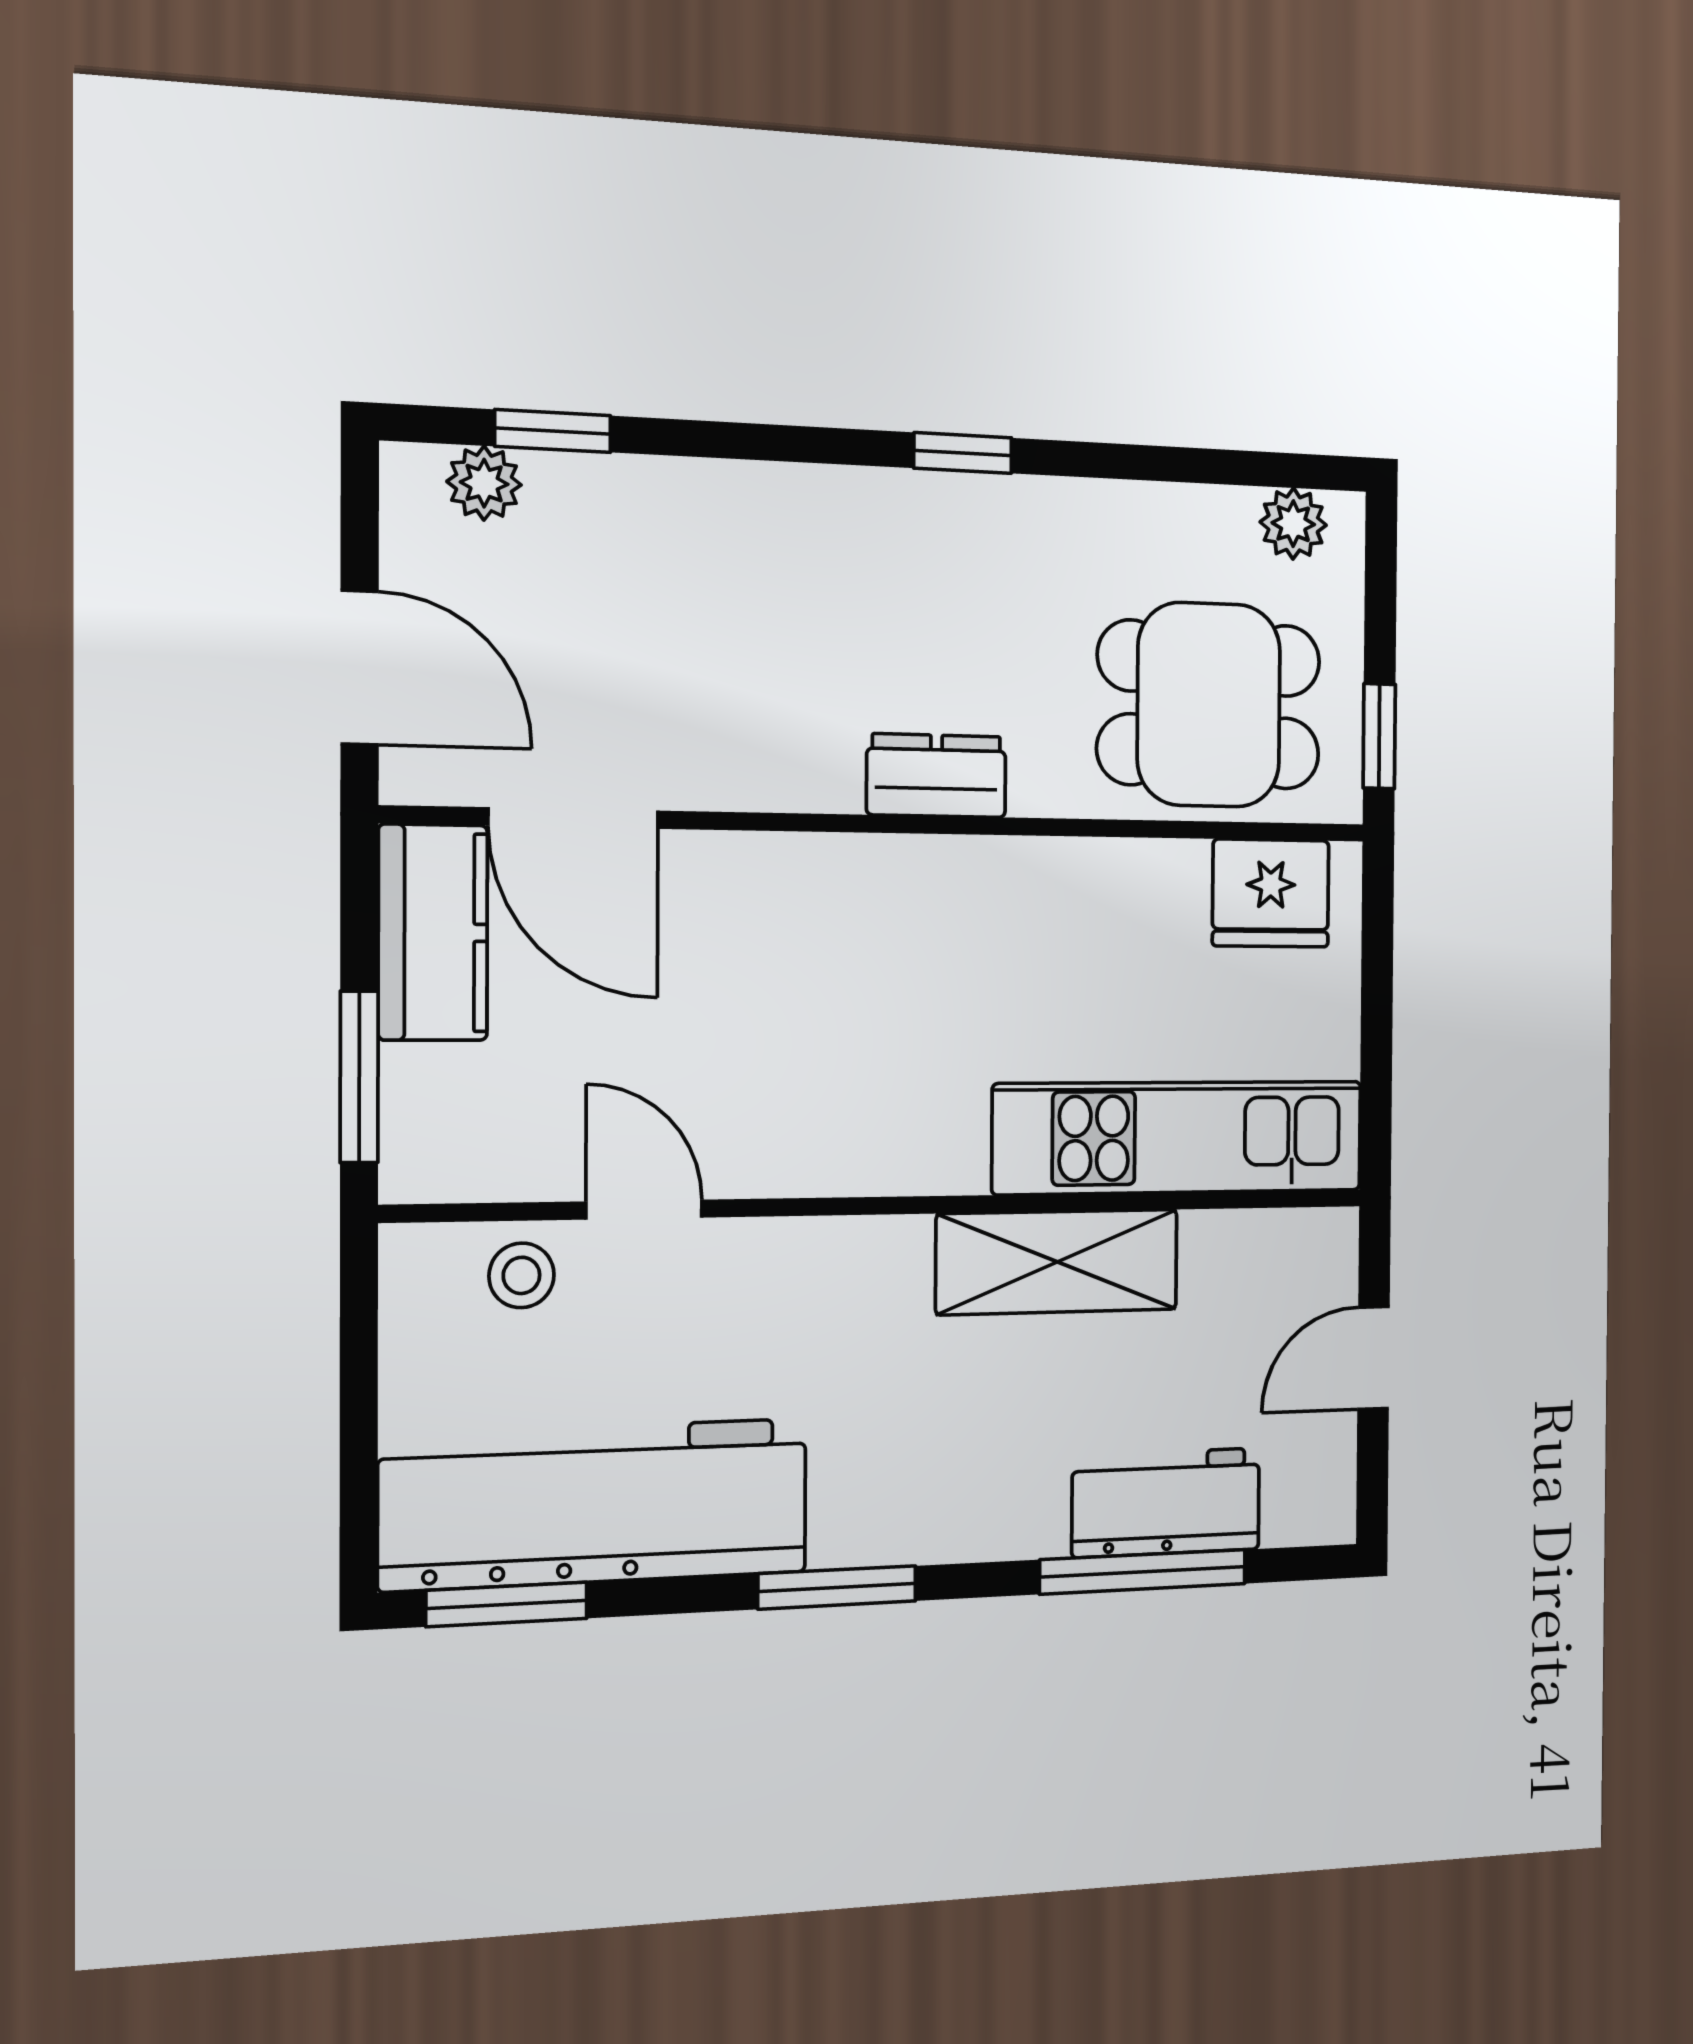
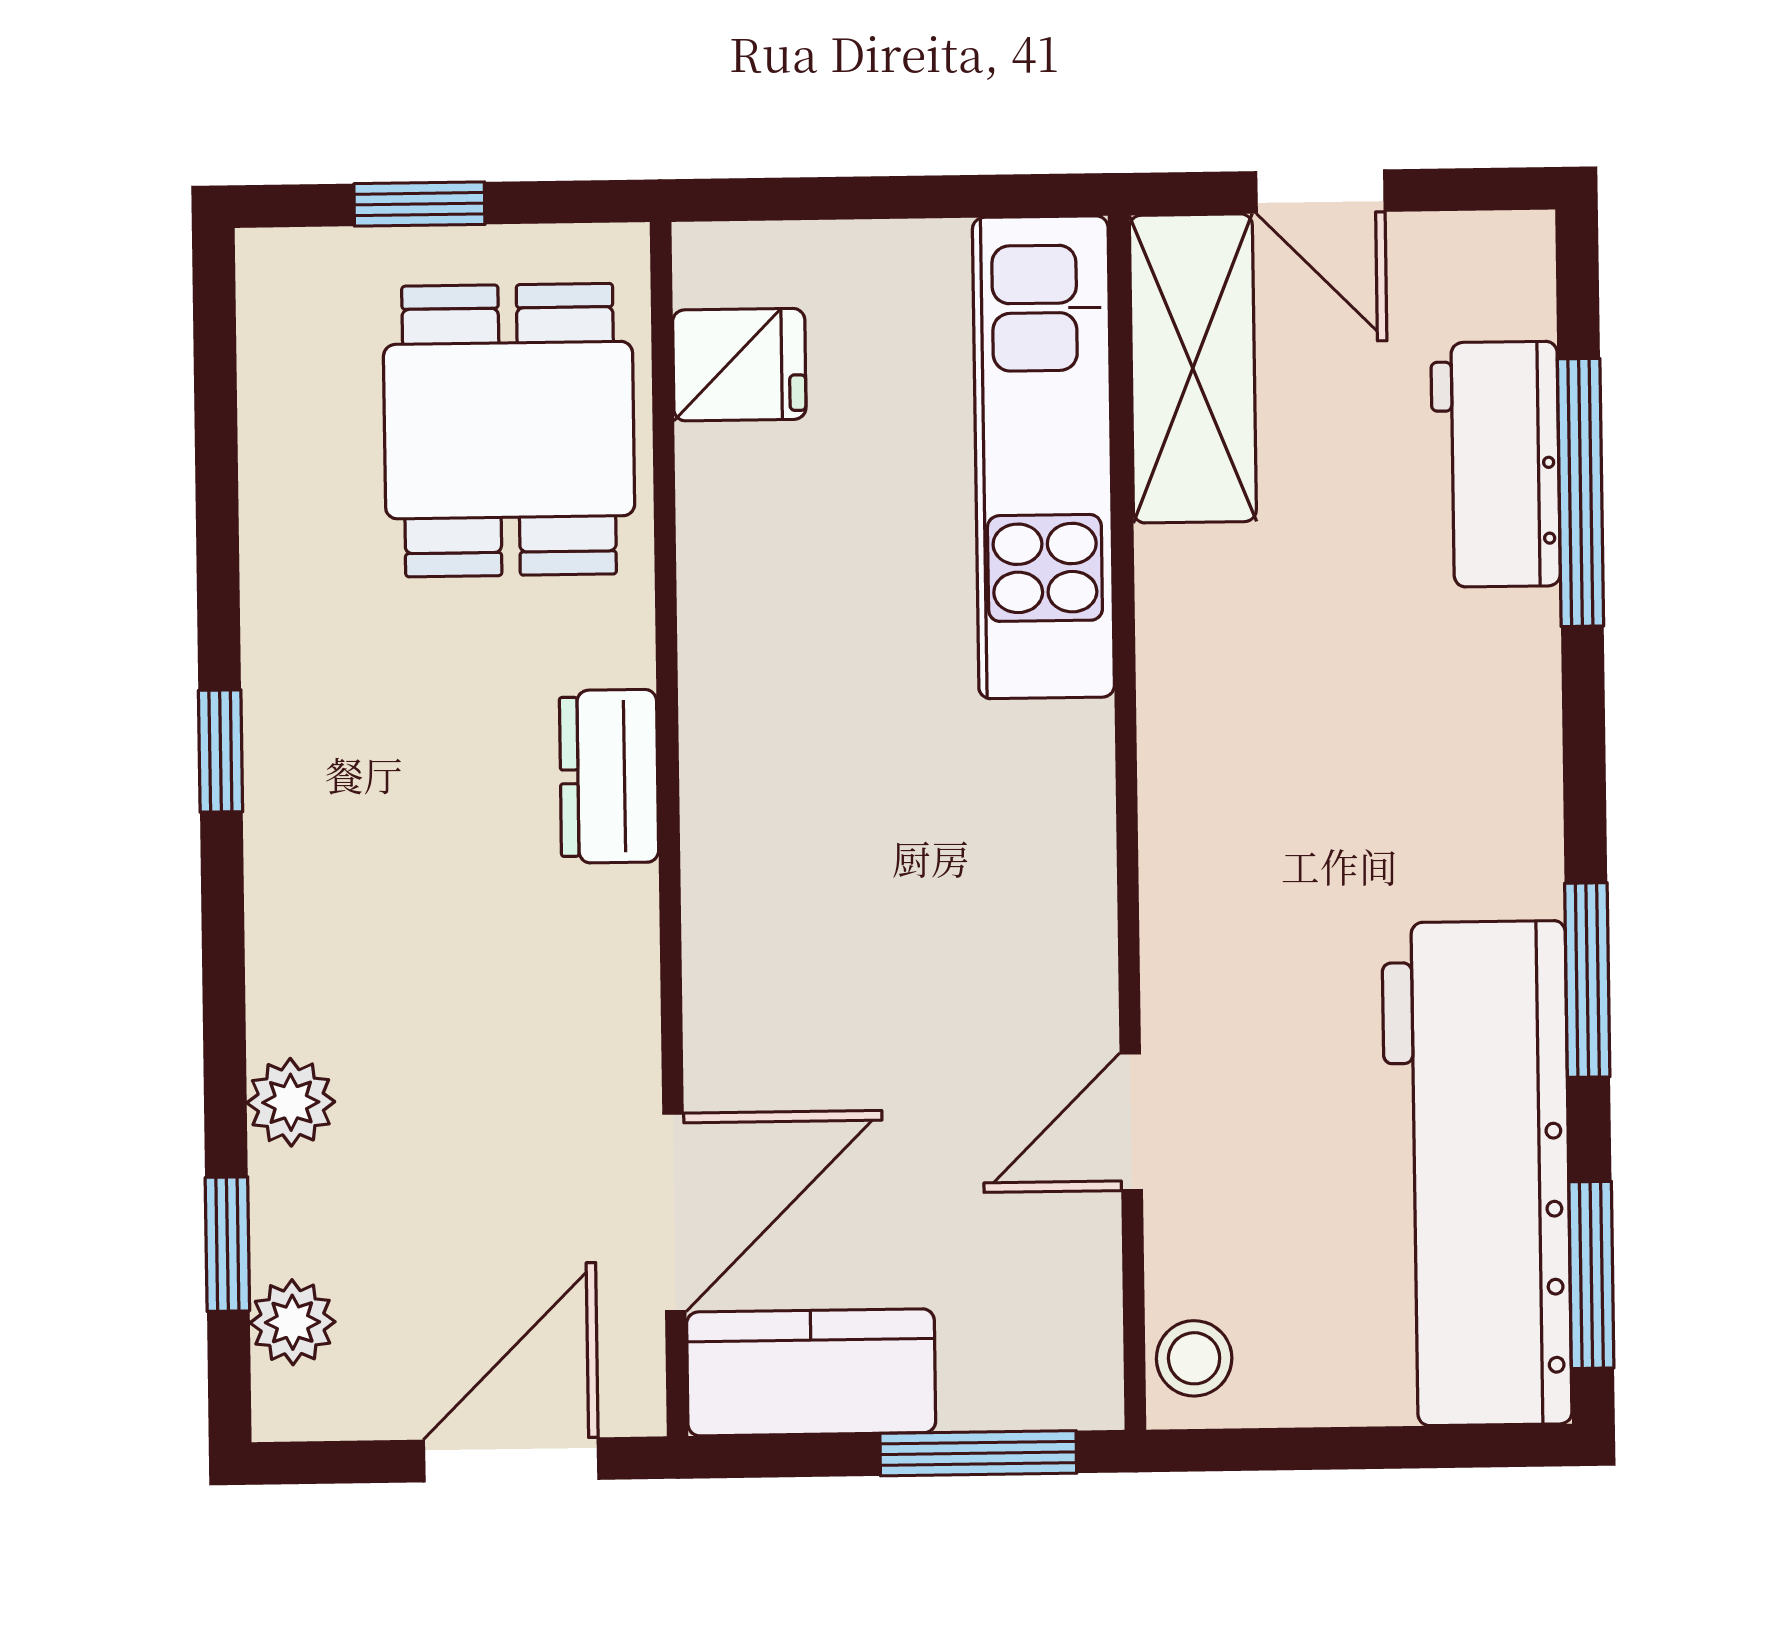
plant: (1293, 524) -> (291, 1102), moved
window: (1379, 736) -> (419, 204), moved
fridge: (1271, 893) -> (739, 365), width x0.72
shelving: (1057, 1262) -> (1193, 368), moved
stool: (521, 1275) -> (1194, 1358), moved
window: (837, 1587) -> (1587, 980), moved

